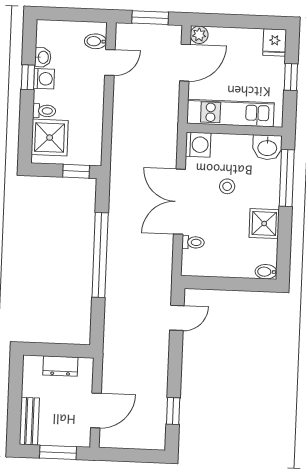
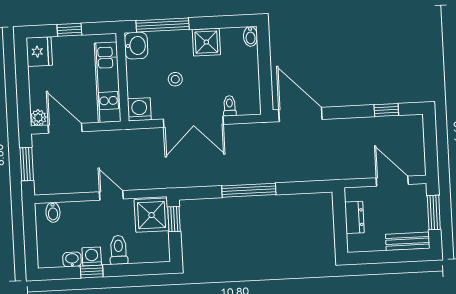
fridge: (275, 42) -> (39, 52), width x1.38
door: (110, 62) -> (111, 195), moved
toilet: (44, 111) -> (119, 250), width x1.37, depth x1.39
shower: (50, 138) -> (152, 215), moved
window: (100, 255) -> (249, 190), width x0.68
door: (177, 318) -> (300, 114), width x1.87

